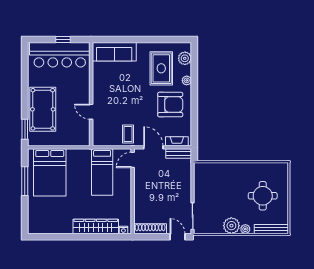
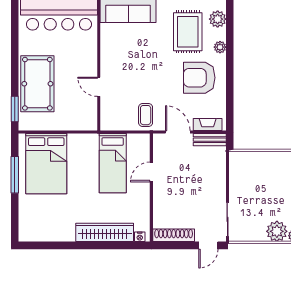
armchair: (170, 105) -> (199, 78), turned 180
door: (133, 160) -> (151, 172), moved
door: (178, 237) -> (208, 245), swing flipped

